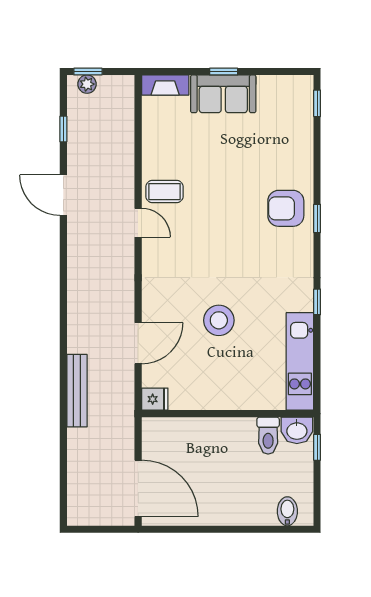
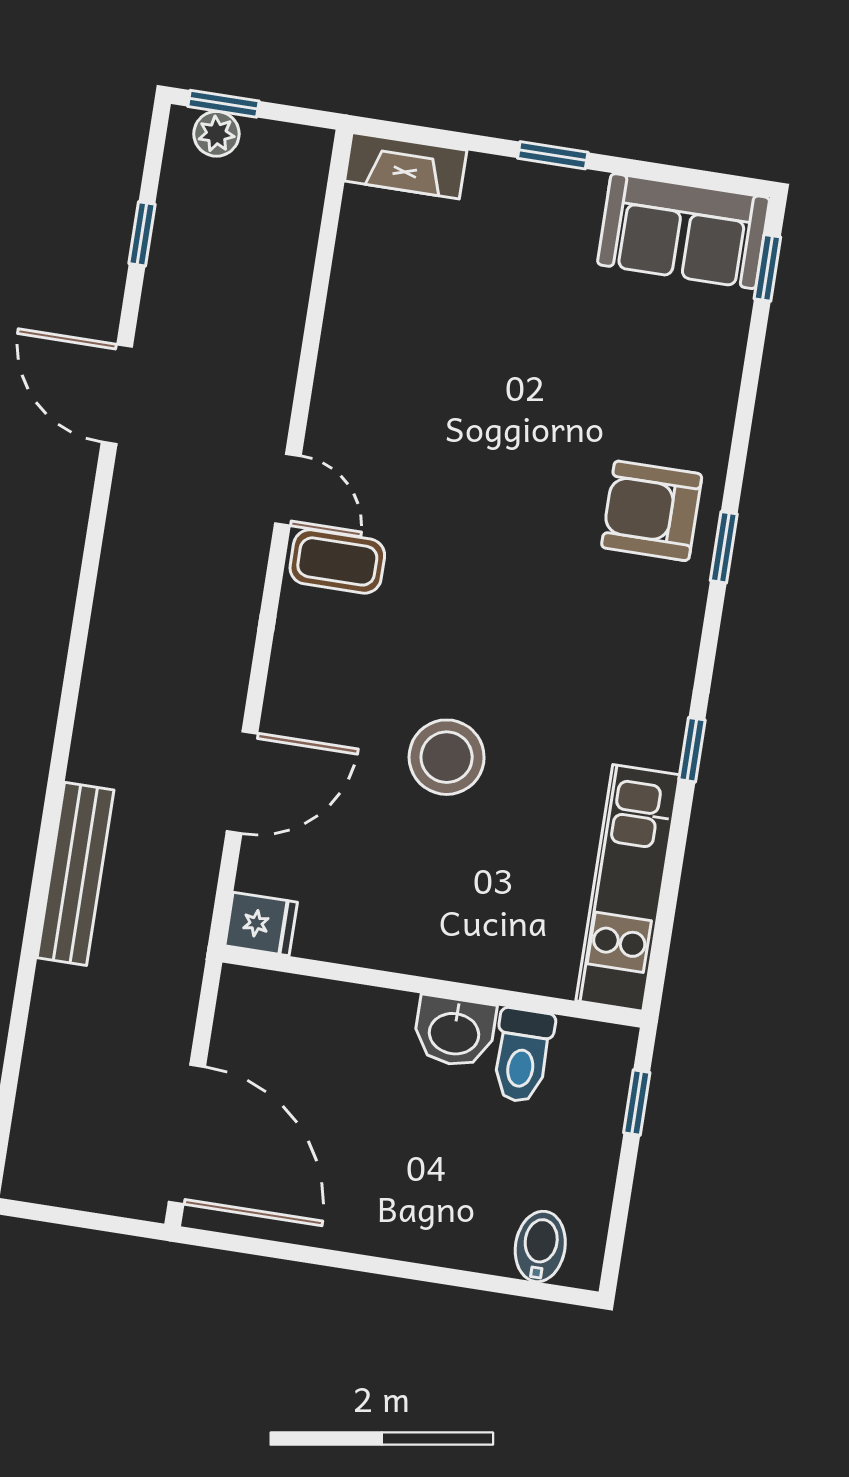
sofa: (223, 94) -> (684, 231), moved
coffee table: (165, 192) -> (337, 561), moved
washbasin: (297, 430) -> (454, 1032), moved

